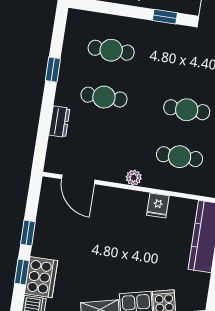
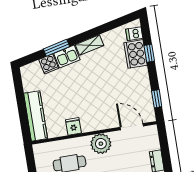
plant: (134, 178) -> (101, 144), width x1.88, depth x1.88
window: (28, 233) -> (157, 99), moved

